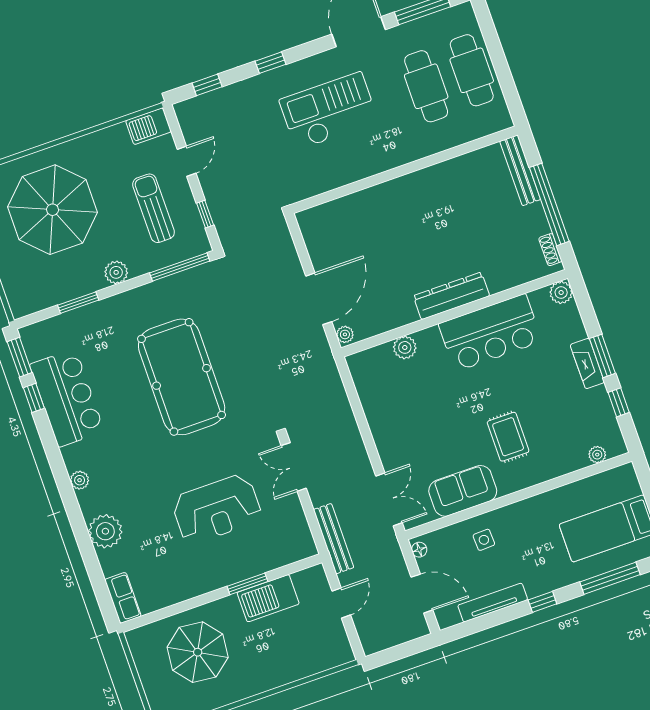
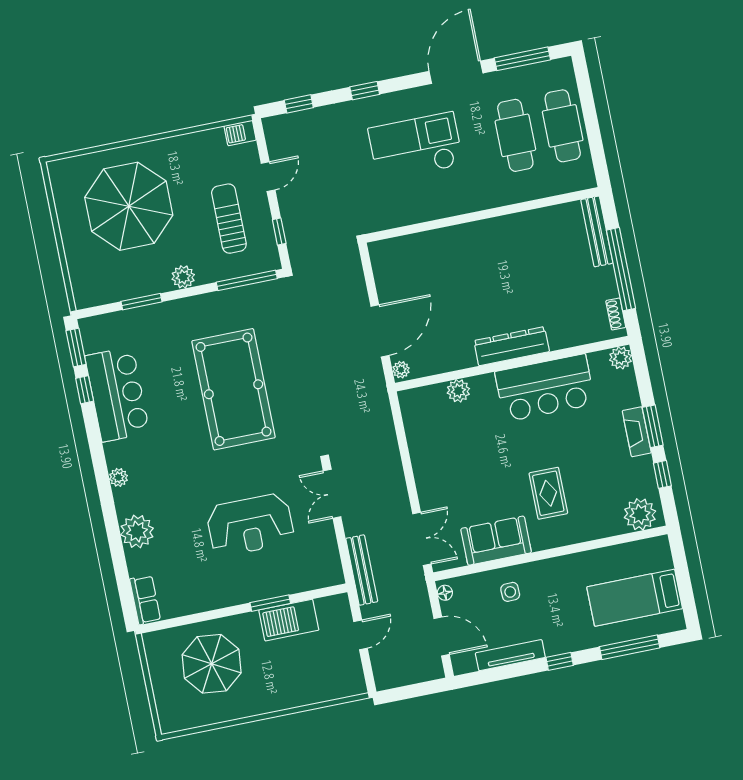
barbecue: (149, 126) -> (240, 133), width x0.73, depth x0.79
plant: (597, 455) -> (640, 514), width x1.88, depth x1.88

